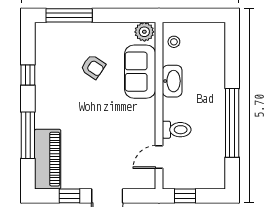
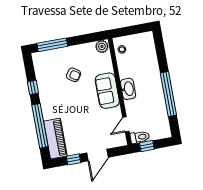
sofa: (140, 72) -> (107, 91), moved
washbasin: (172, 81) -> (128, 89), moved
toilet: (177, 130) -> (140, 137), moved
window: (28, 135) -> (40, 126), width x1.46

